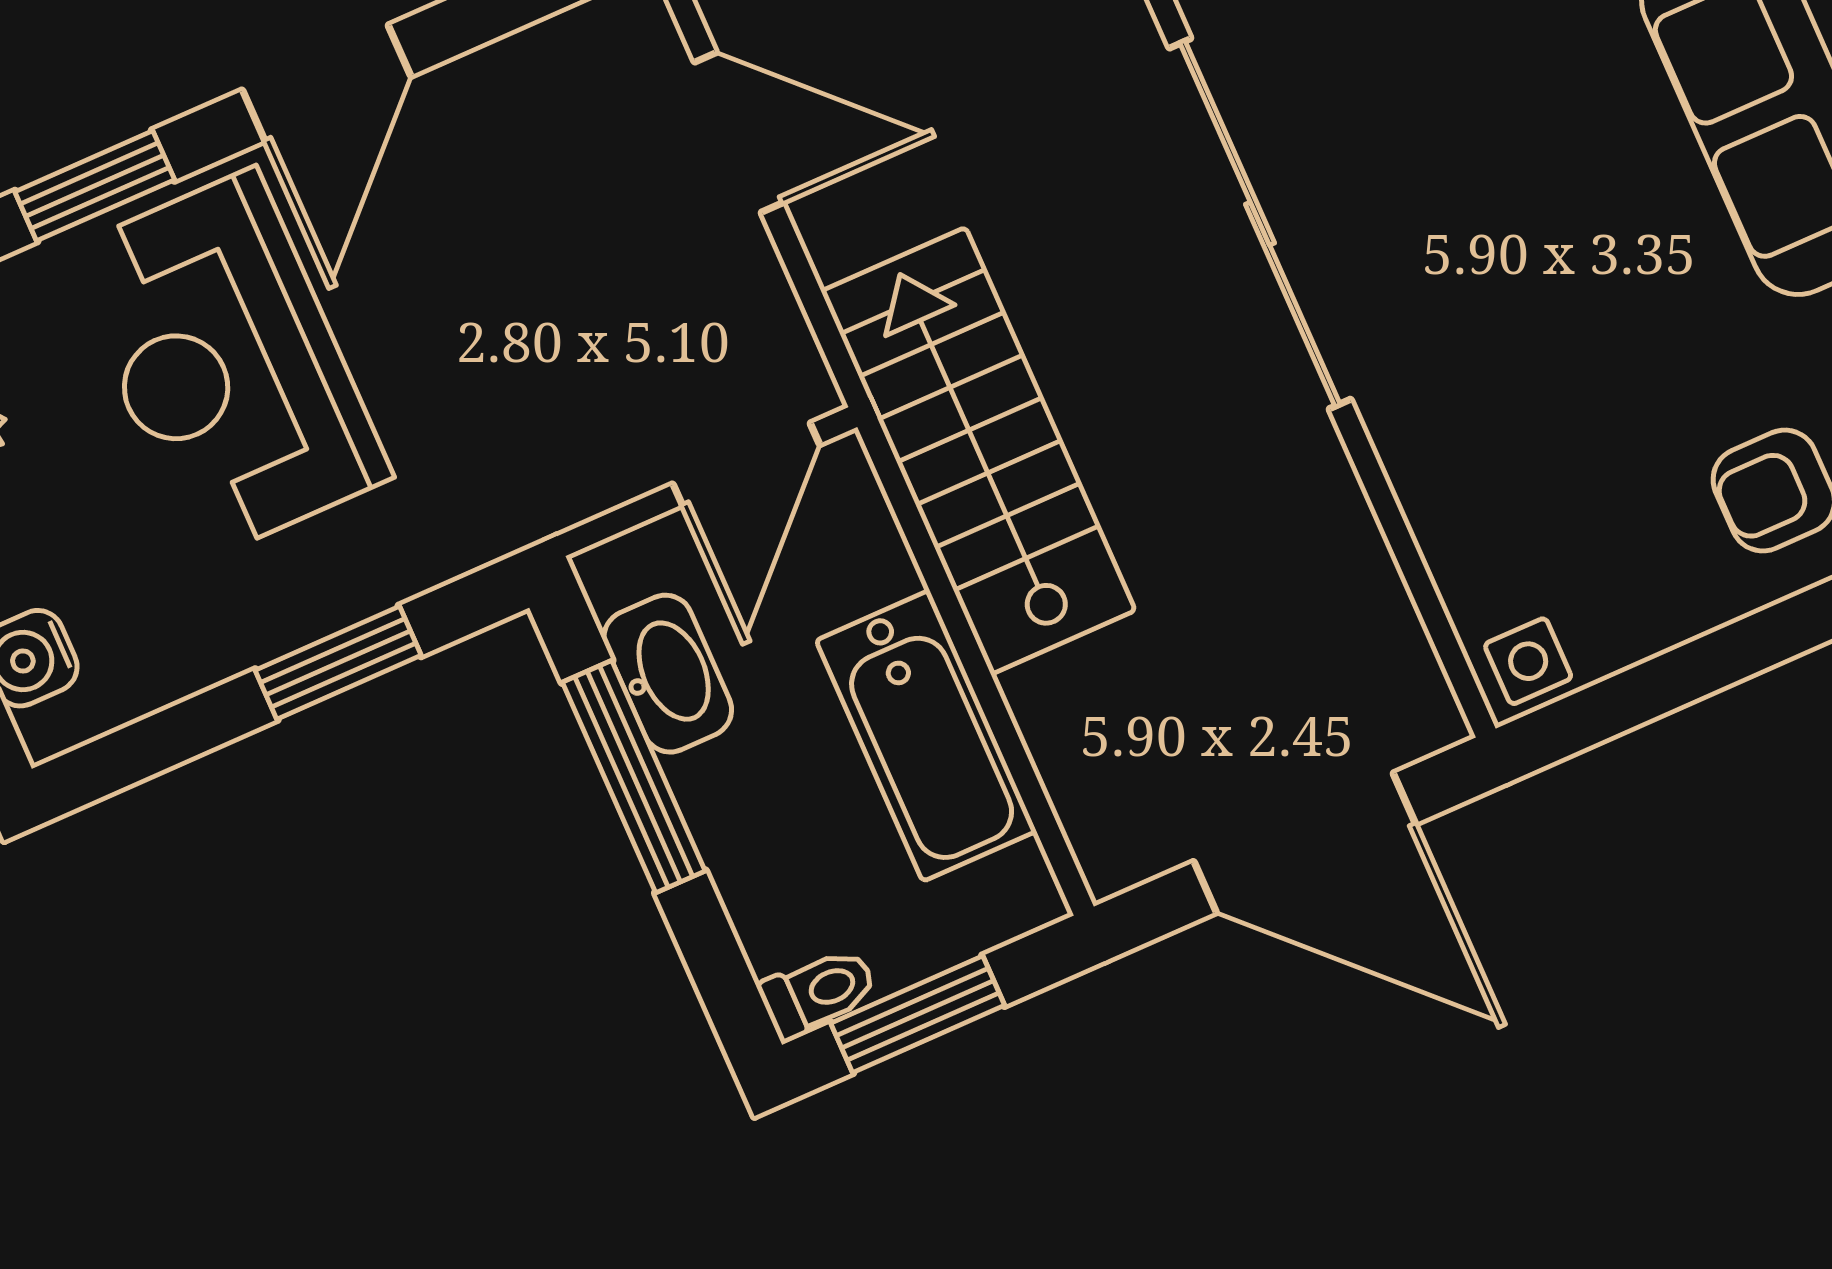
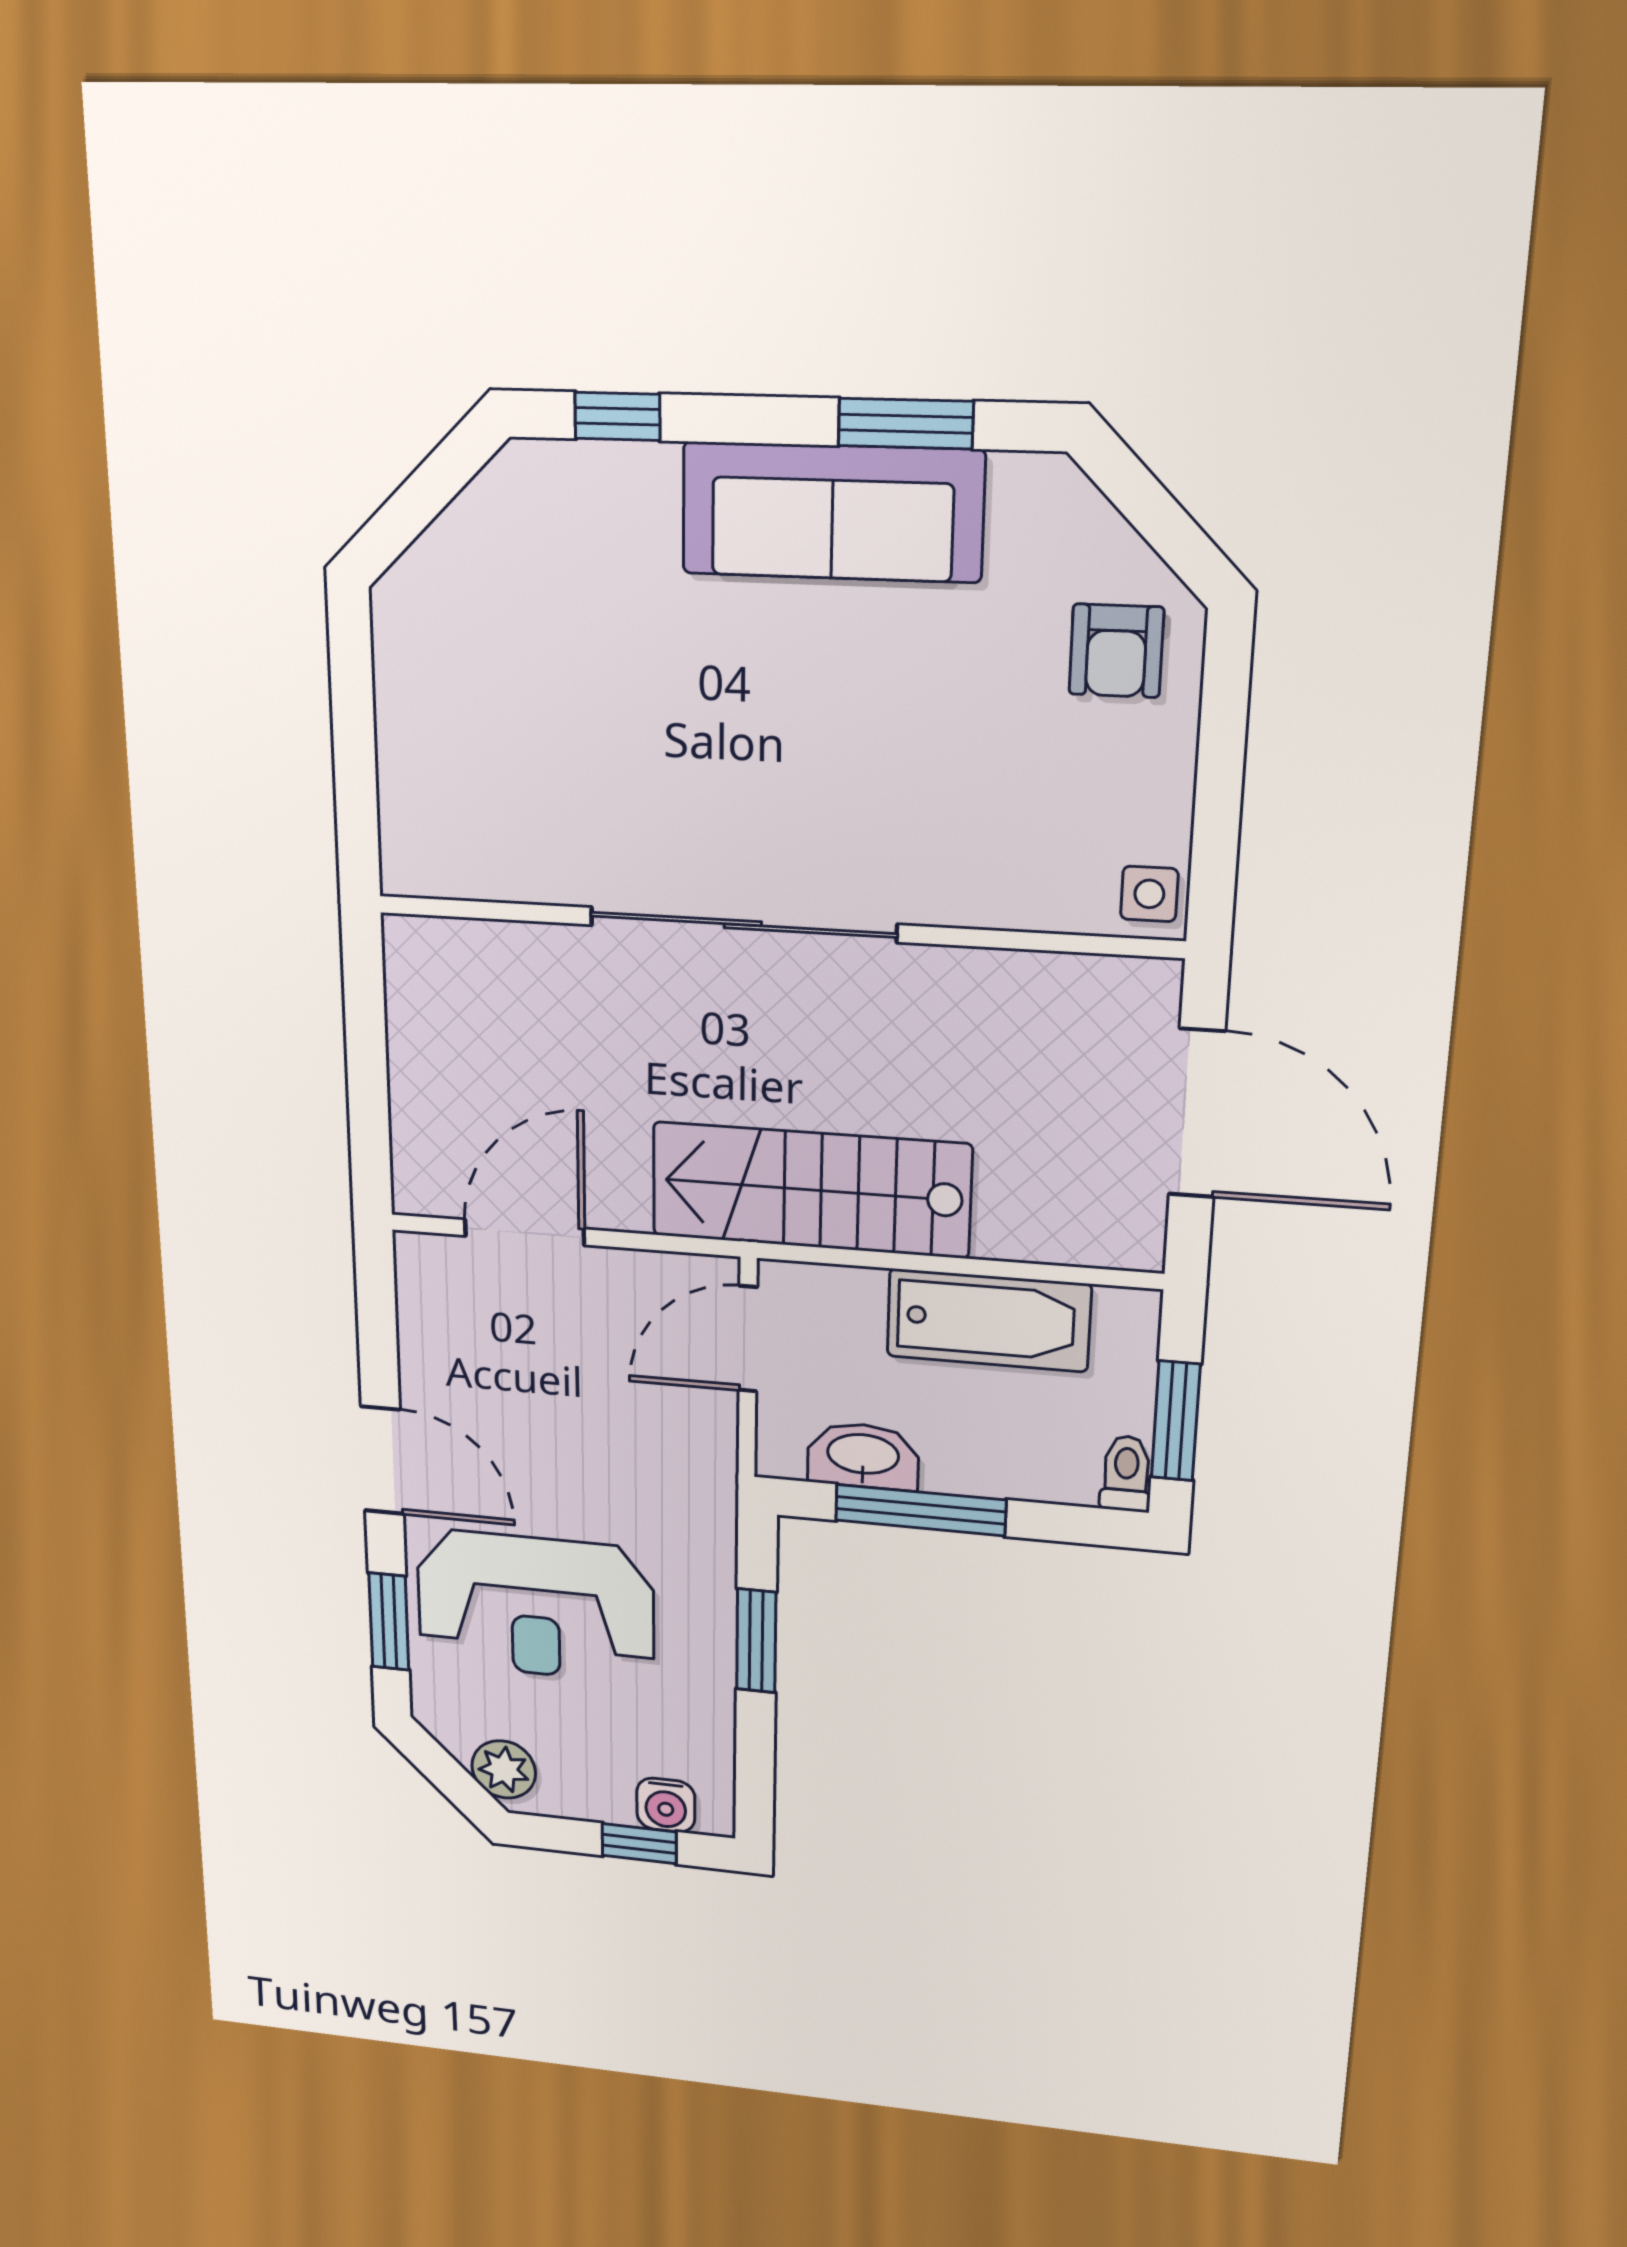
door: (746, 464) -> (748, 1339), swing flipped
door: (1305, 843) -> (1197, 1113), hinge flipped

